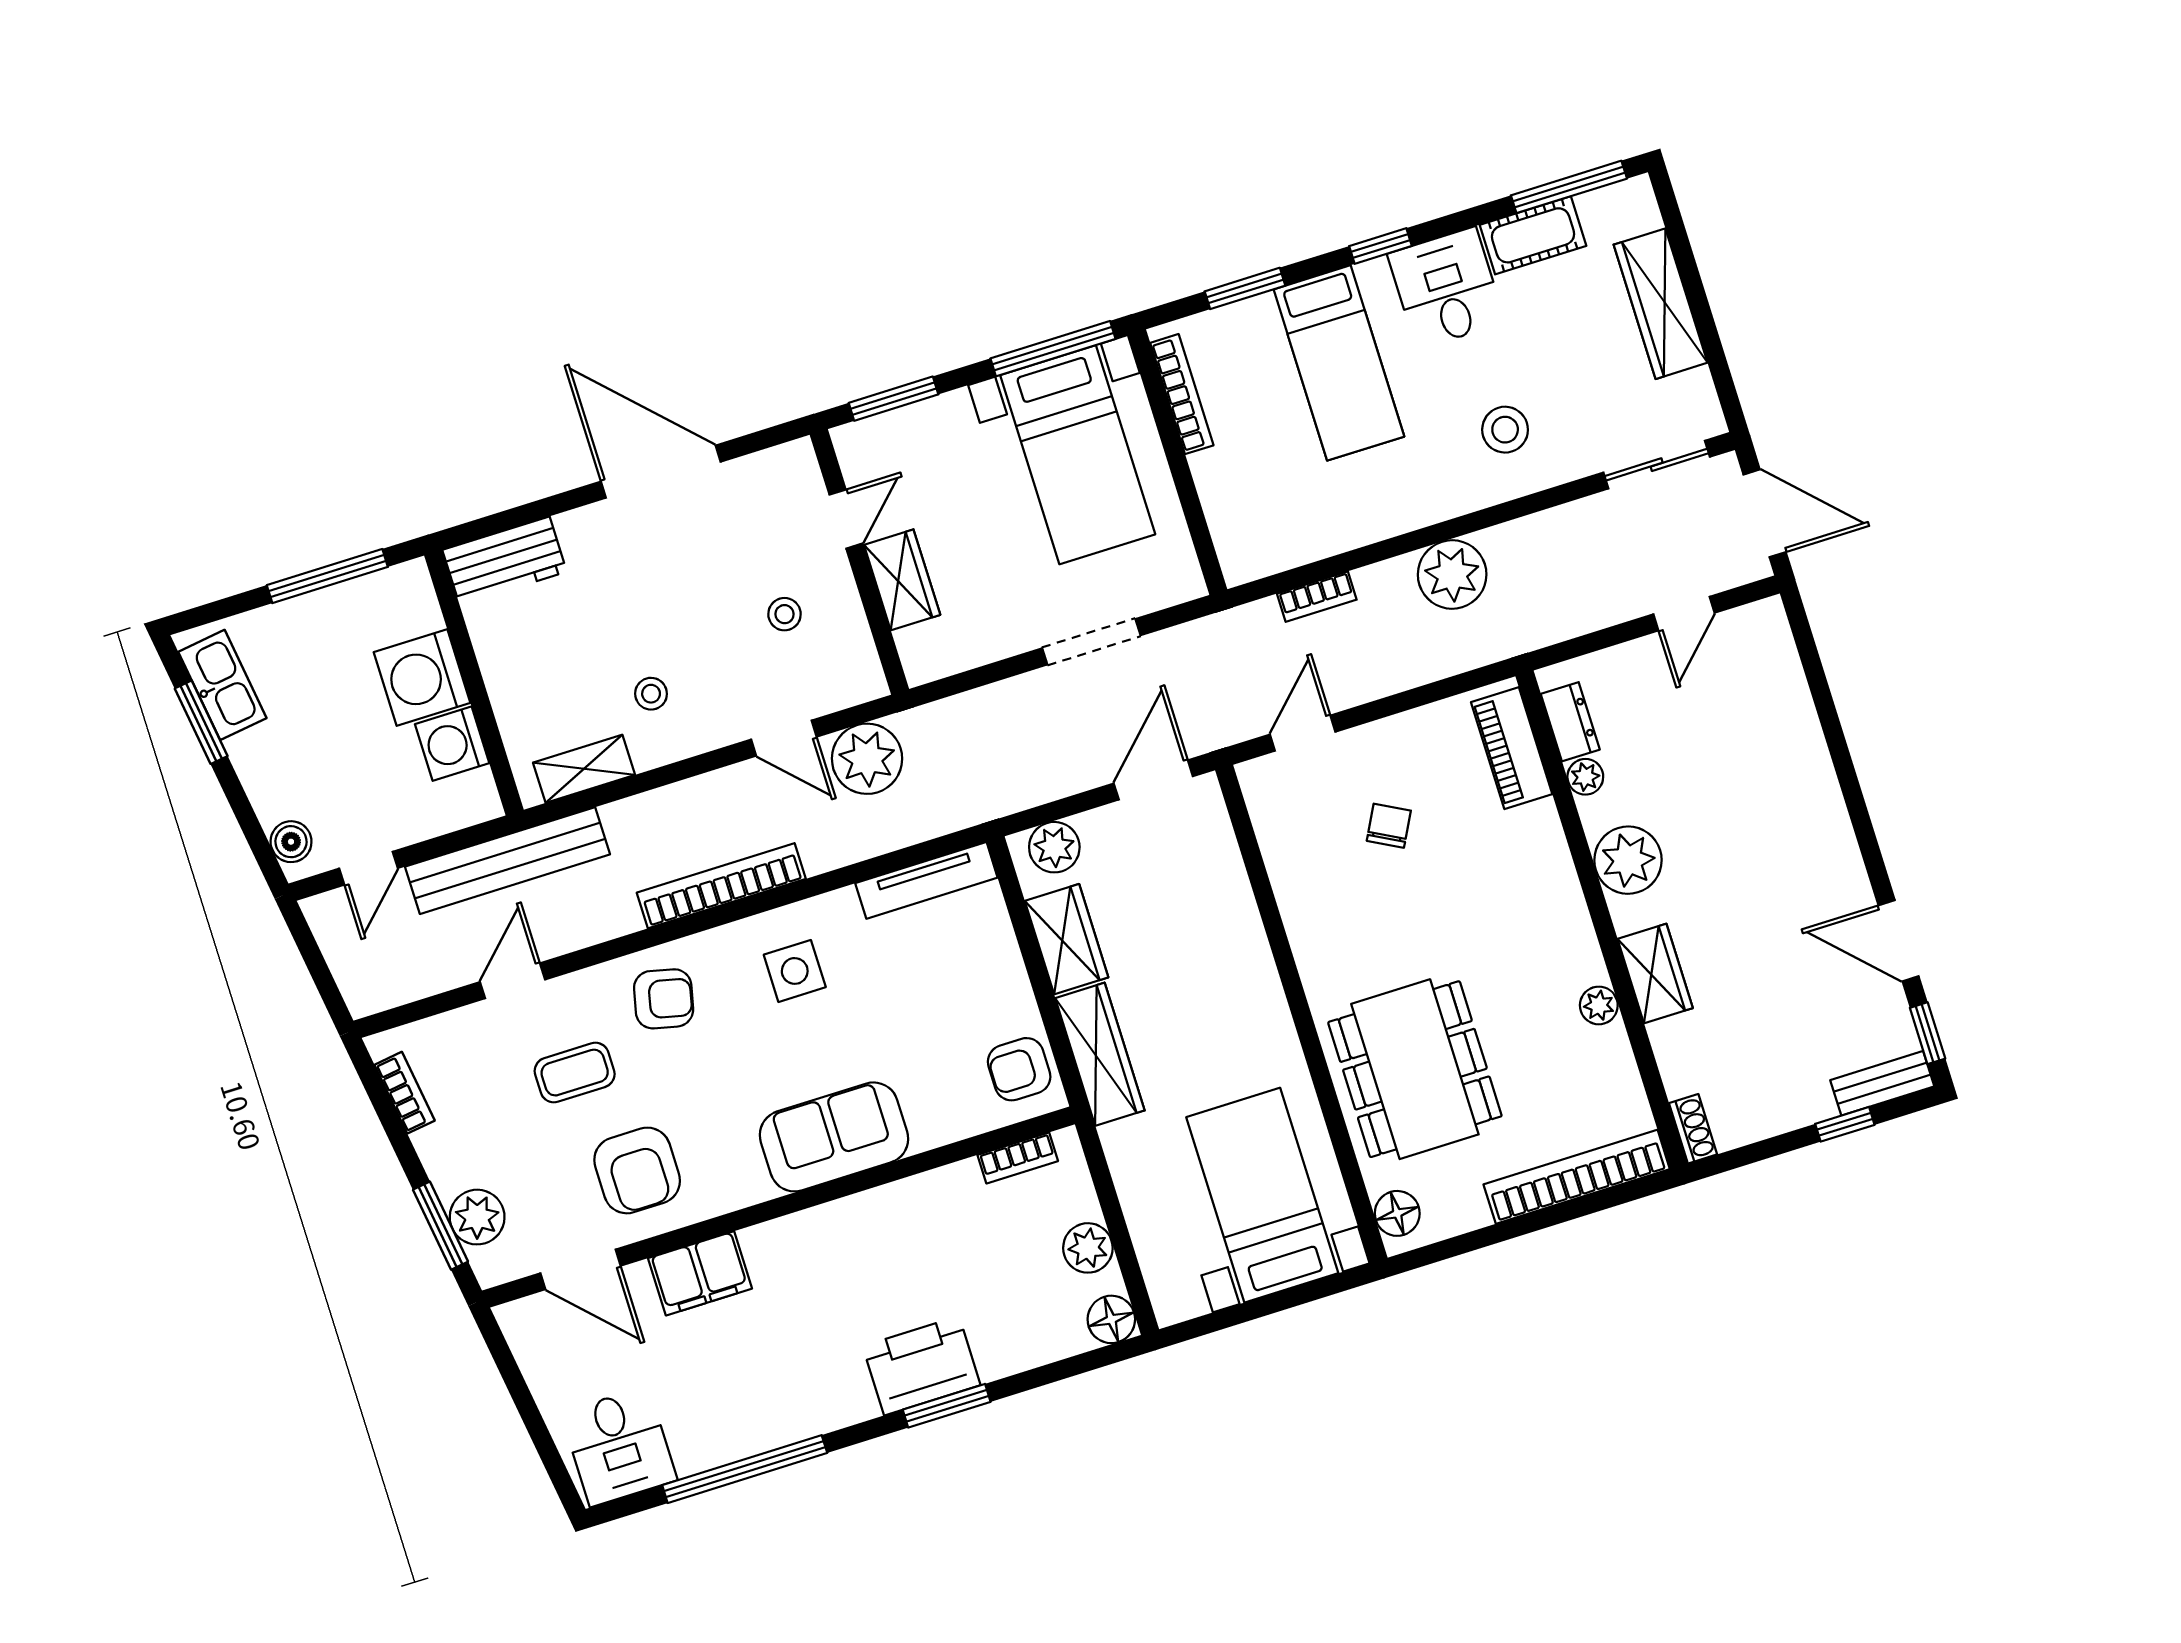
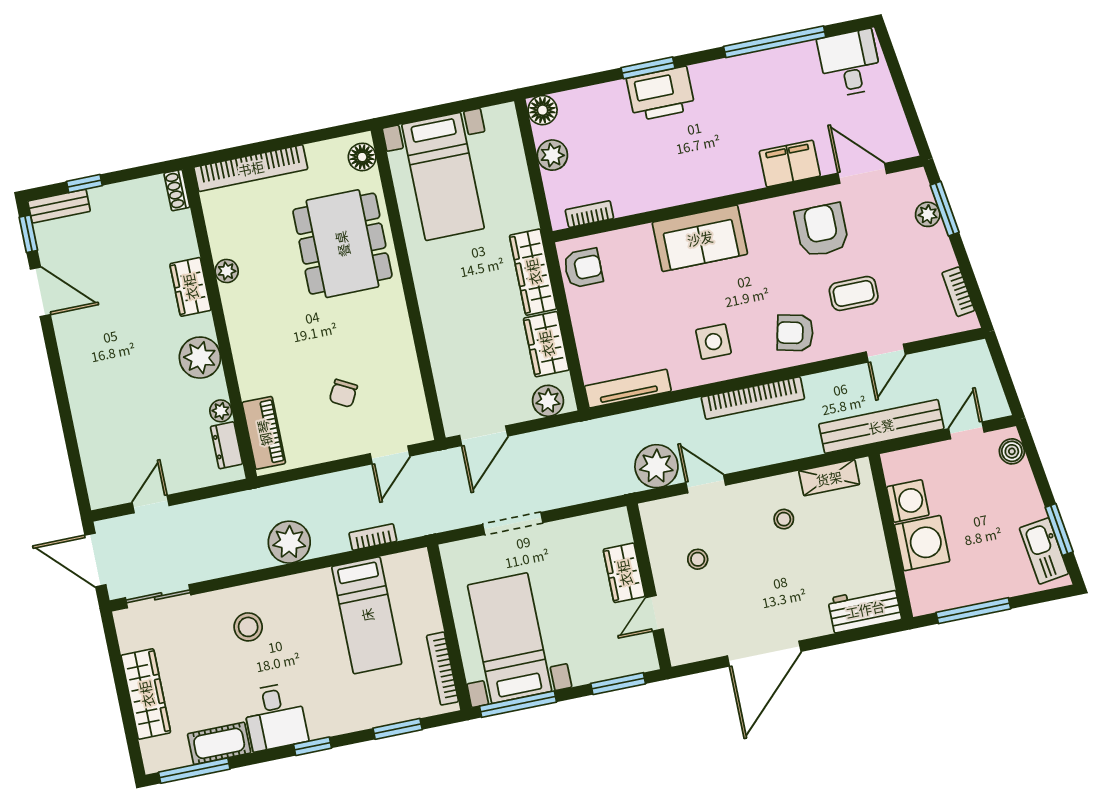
bed: (1339, 363) -> (367, 615), moved, turned 180
door: (661, 472) -> (764, 654), hinge flipped
plant: (477, 1217) -> (928, 214), width x0.73, depth x0.73

